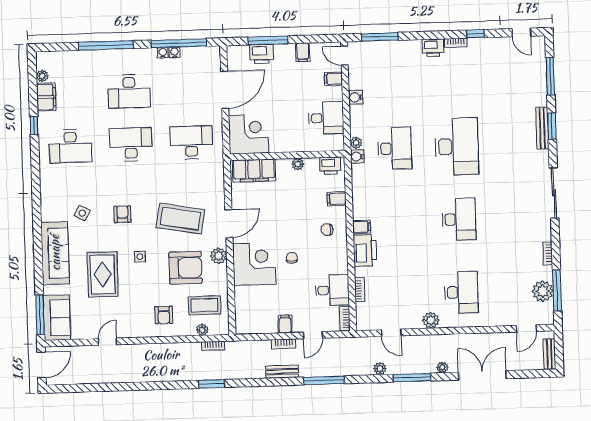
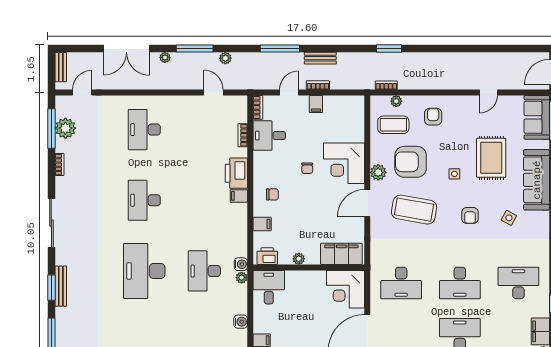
desk: (326, 118) -> (269, 287), moved, turned 90
plant: (431, 320) -> (175, 103), removed

